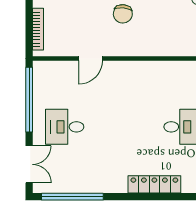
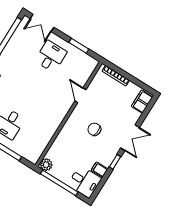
window: (29, 100) -> (79, 46), width x0.47

